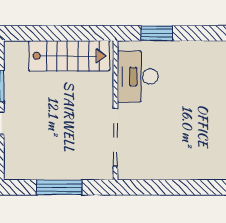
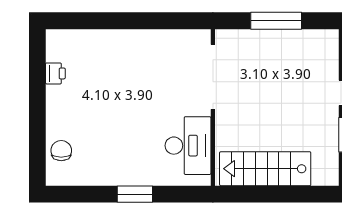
window: (157, 33) -> (135, 194), moved

